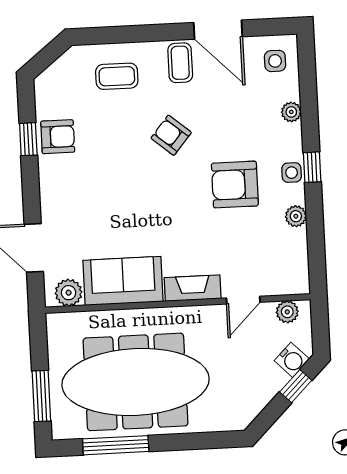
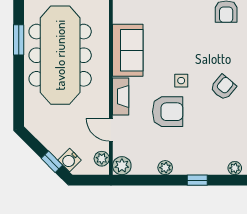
side table: (292, 173) -> (181, 81), moved
armchair: (235, 184) -> (168, 112), moved, turned 90
plant: (69, 293) -> (122, 166), moved
window: (116, 445) -> (19, 40), width x0.69

